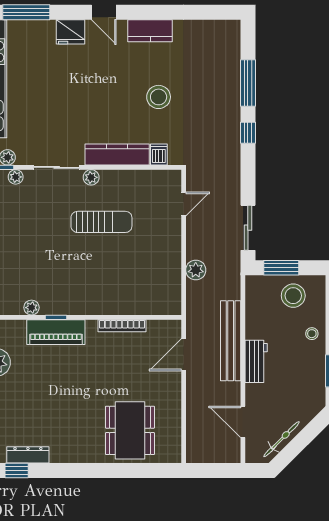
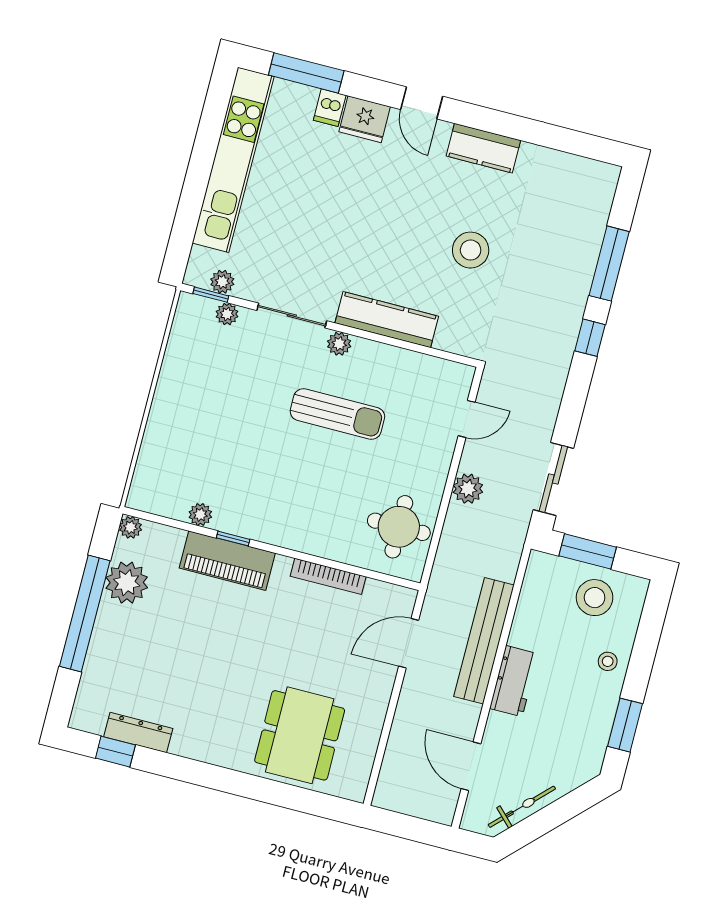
dishwasher: (159, 155) -> (330, 108), moved, turned 180
plant: (196, 270) -> (468, 489), moved
round table: (158, 283) -> (399, 527), added

